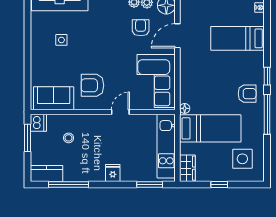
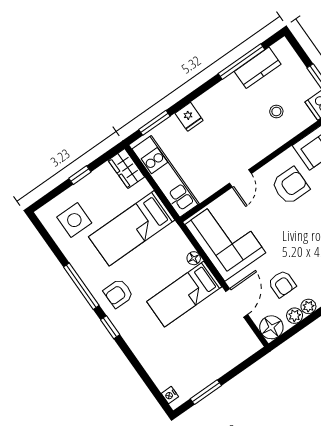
bed: (238, 38) -> (184, 294), moved, turned 180
floor lamp: (185, 108) -> (194, 258), moved
kitchen counter: (47, 173) -> (258, 68), moved
fridge: (113, 173) -> (189, 117), moved

